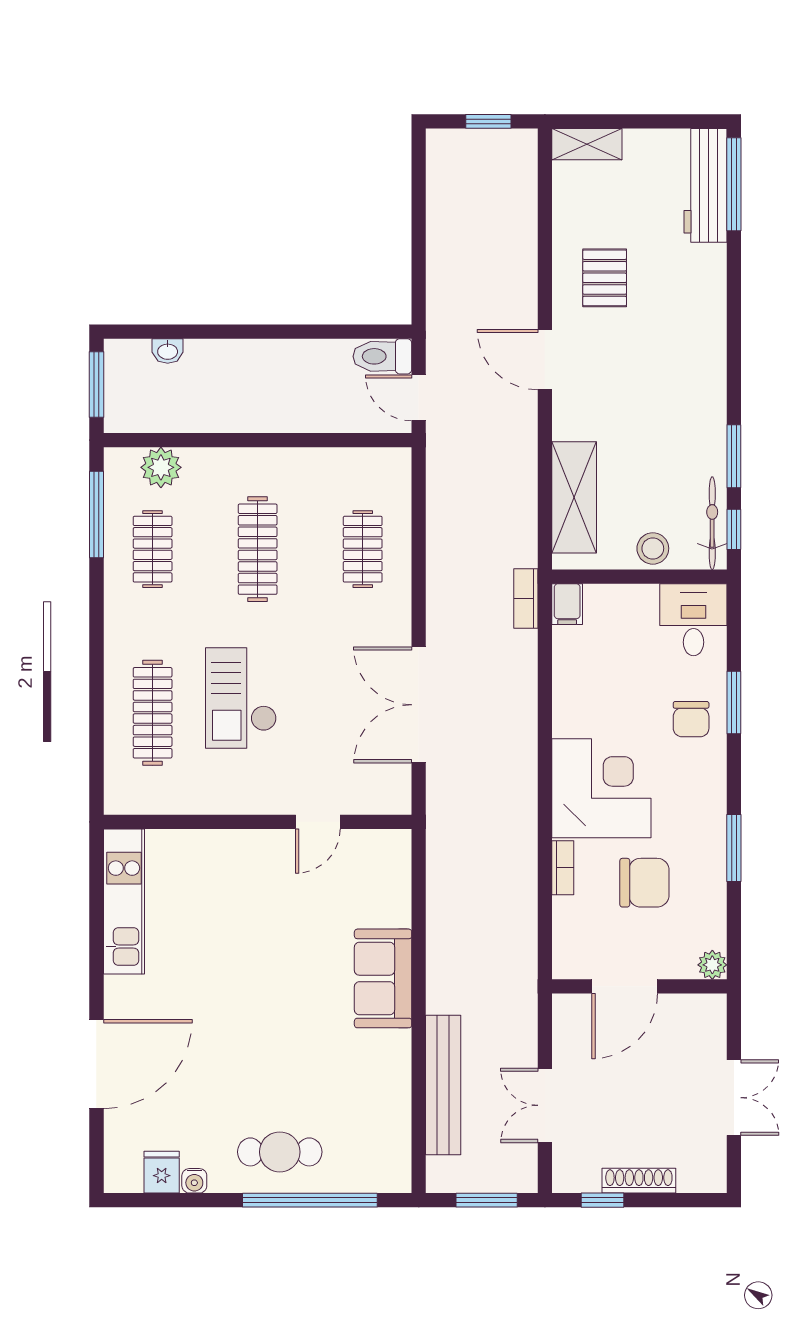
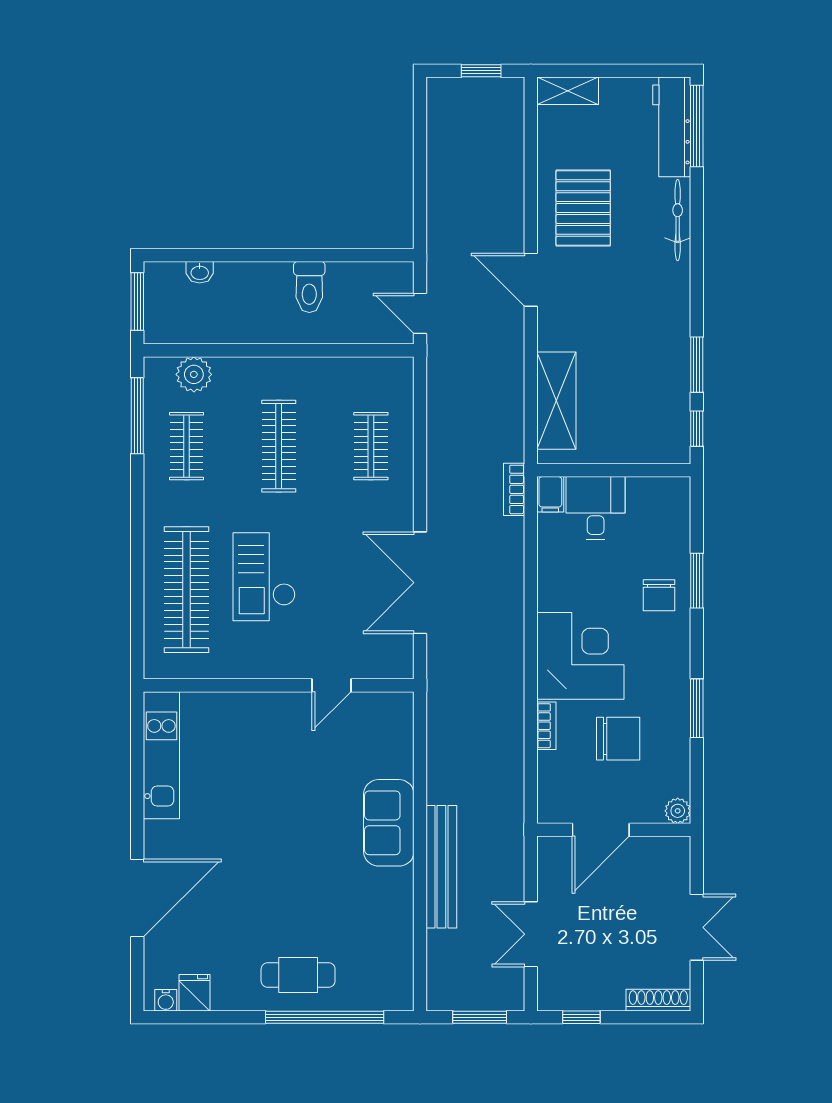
pallet: (605, 278) -> (583, 208), width x1.50, depth x1.42
toilet: (382, 356) -> (309, 287), moved, turned -90
bicycle: (712, 523) -> (678, 220), moved
stool: (653, 548) -> (625, 446), removed
desk: (693, 620) -> (596, 508), moved
clothes rail: (153, 713) -> (187, 590), width x1.37, depth x1.31
bench: (443, 1085) -> (441, 867), moved
water cooler: (194, 1181) -> (166, 1000), moved
shoe rack: (639, 1181) -> (658, 1000), moved

